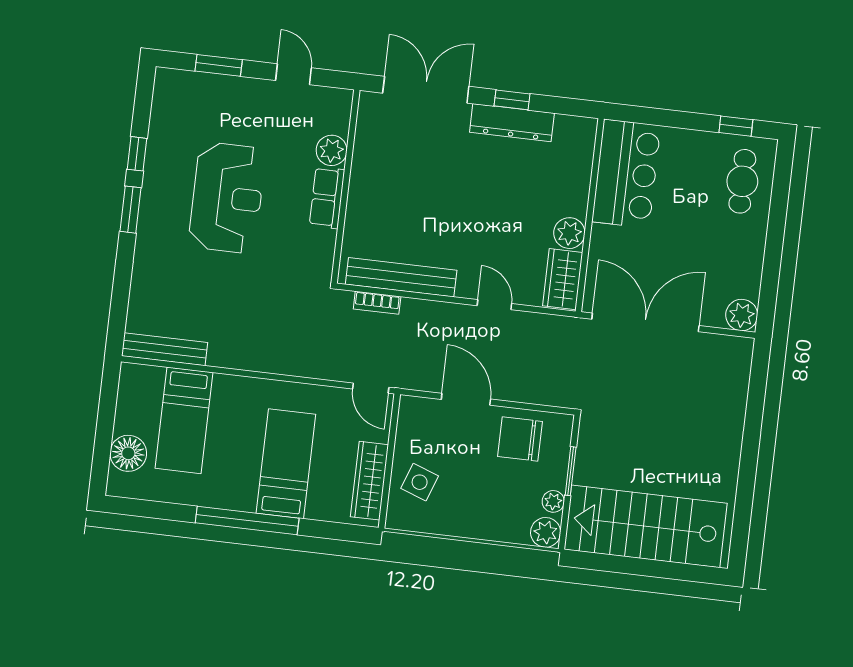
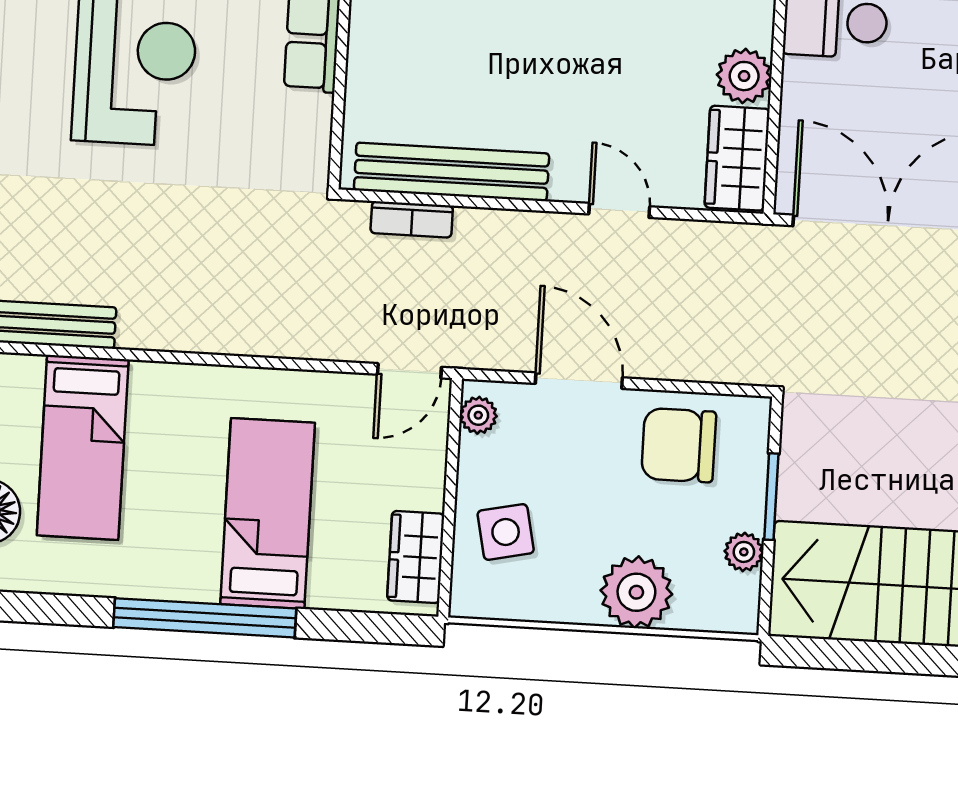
door: (371, 388) -> (409, 371), hinge flipped
plant: (408, 415) -> (478, 415), added
wardrobe: (370, 481) -> (416, 557), width x0.67
side table: (420, 482) -> (506, 532), turned -32
plant: (546, 532) -> (636, 592), moved, width x1.36, depth x1.36

